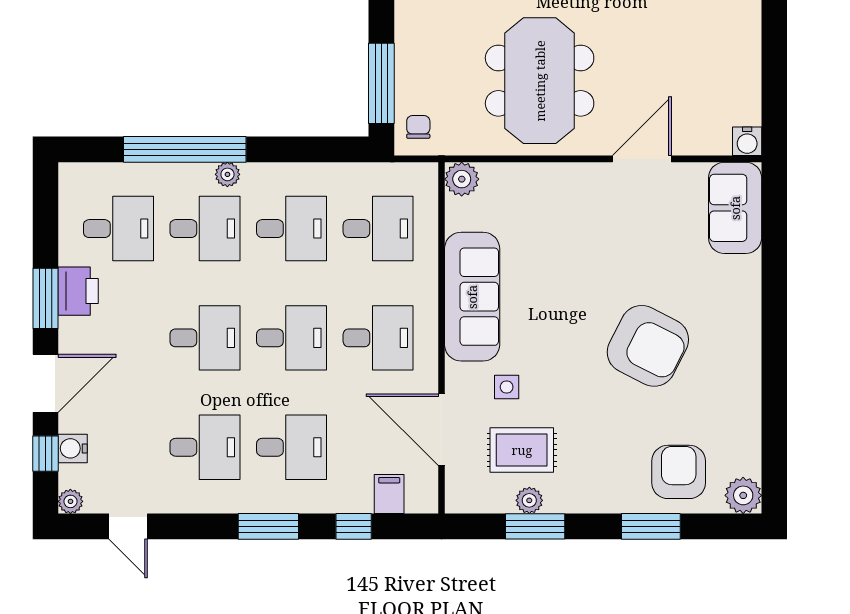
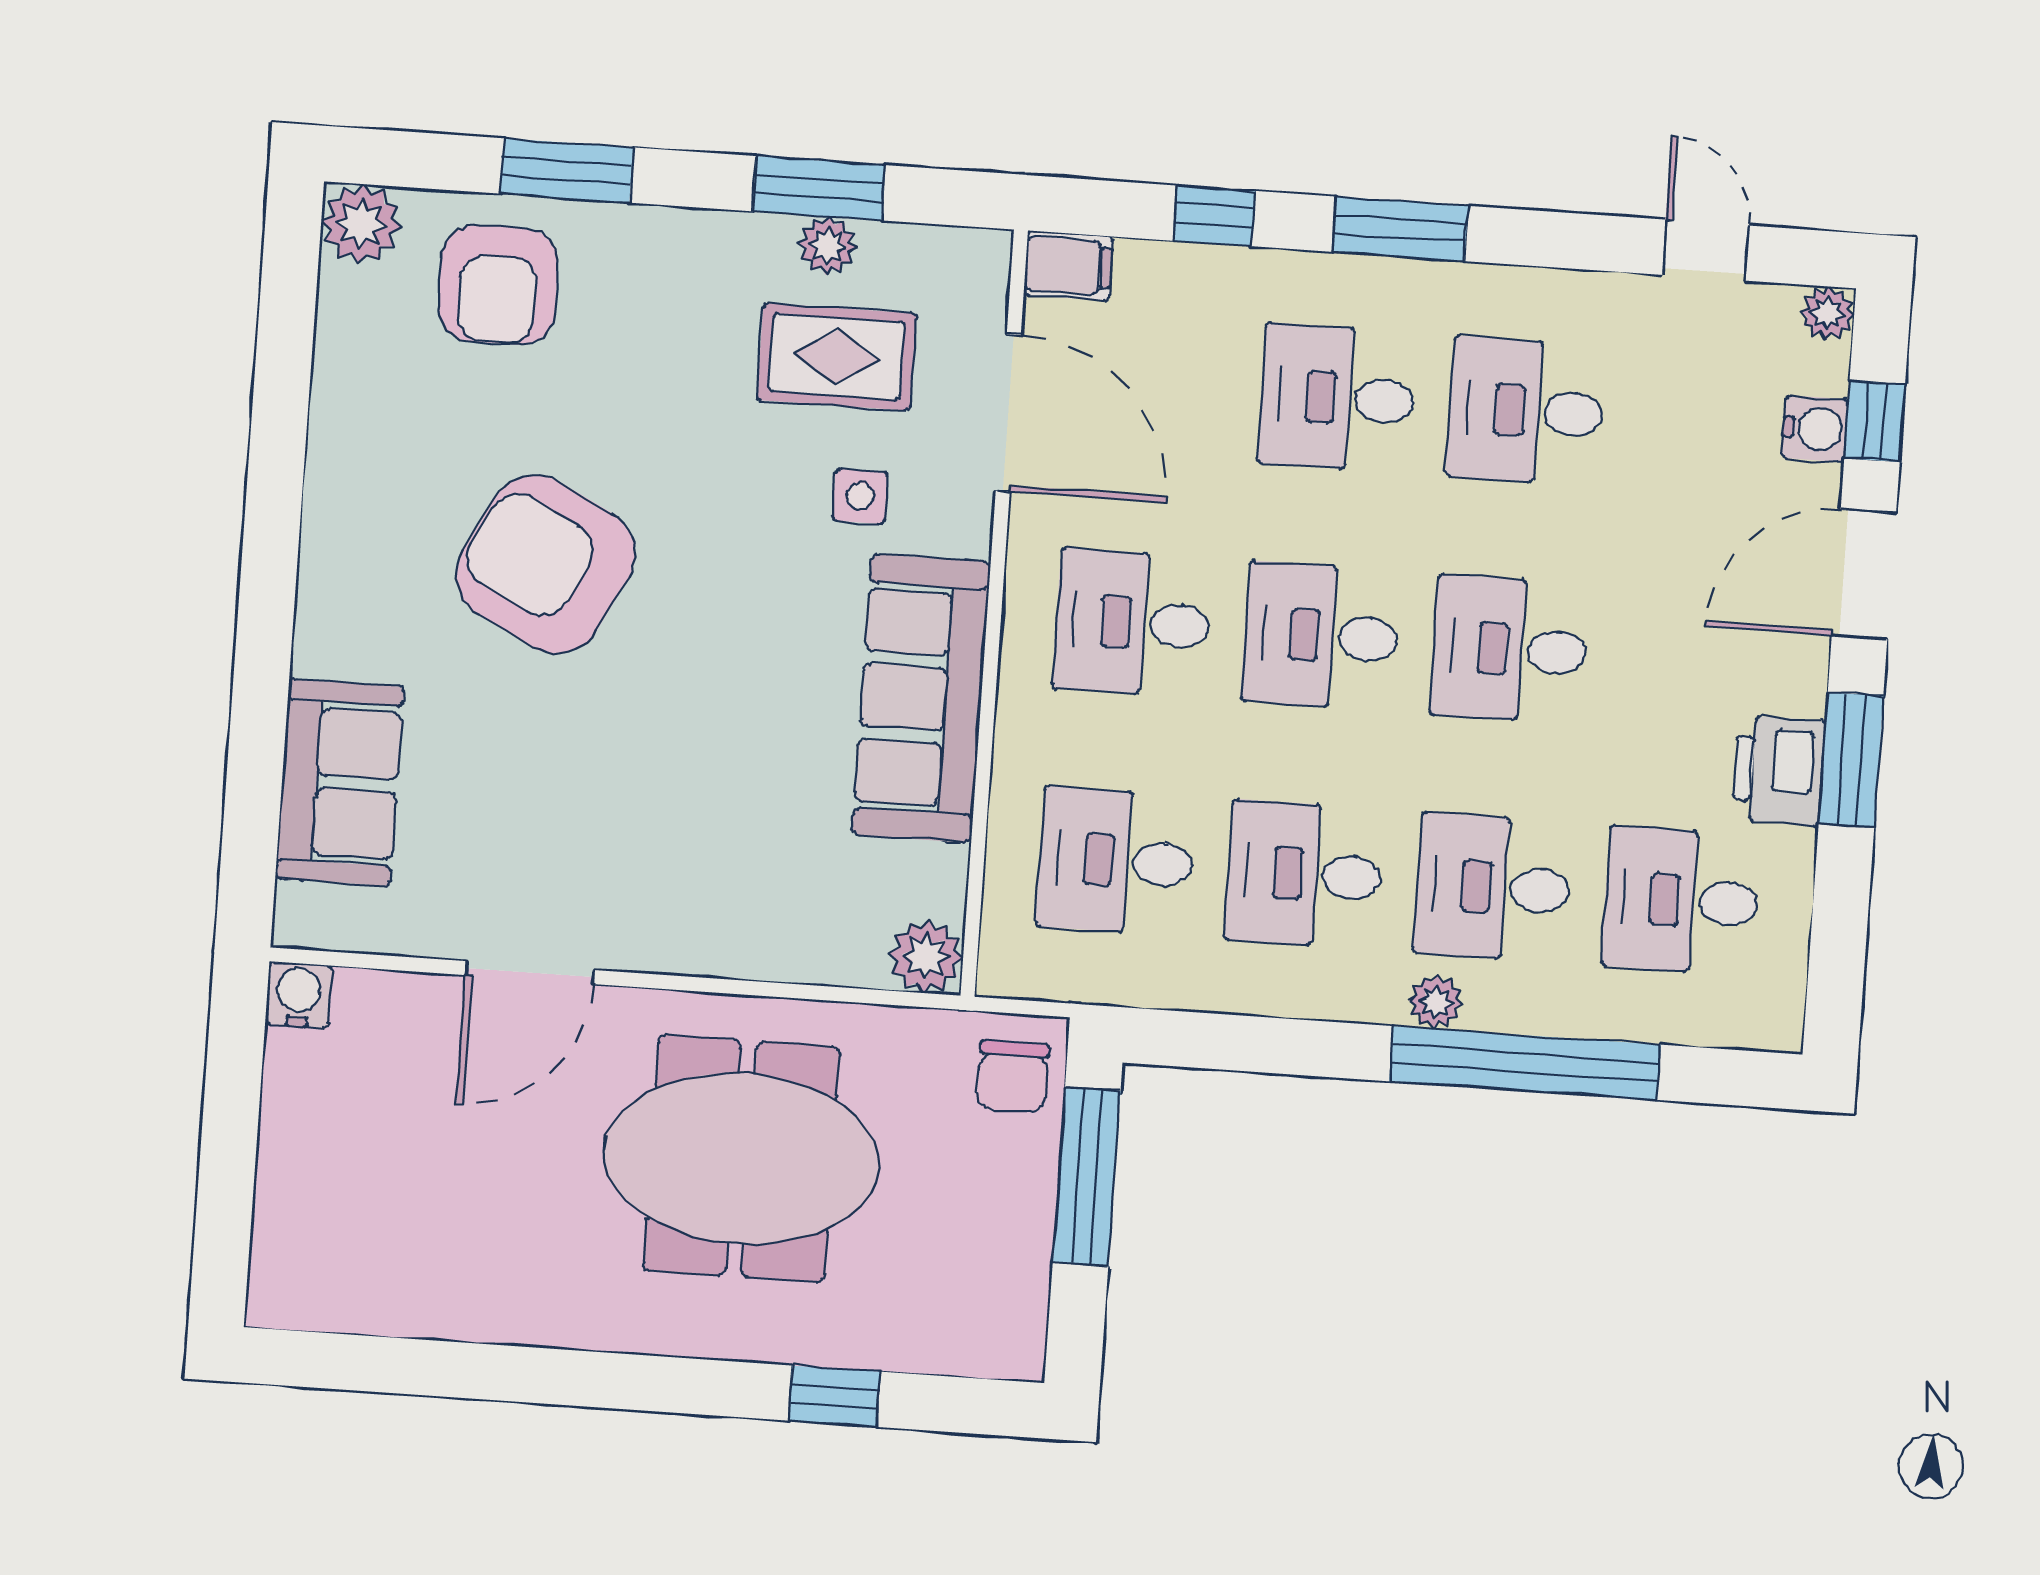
meeting table: (540, 81) -> (741, 1159), turned 90
chair: (418, 127) -> (1013, 1076), width x1.37, depth x1.37
sofa: (735, 208) -> (340, 783), moved
filing cabinet: (389, 494) -> (1069, 266), moved, turned -90

